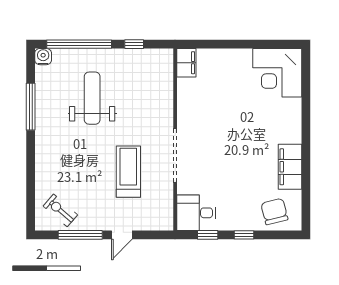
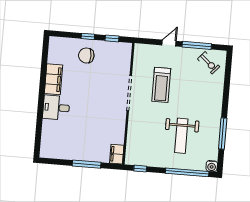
window: (134, 44) -> (140, 169), moved
window: (230, 44) -> (87, 164), added
corner desk: (277, 73) -> (57, 142), removed
chair: (274, 211) -> (86, 55), moved, turned 104
desk: (196, 213) -> (56, 108), moved, turned 180

